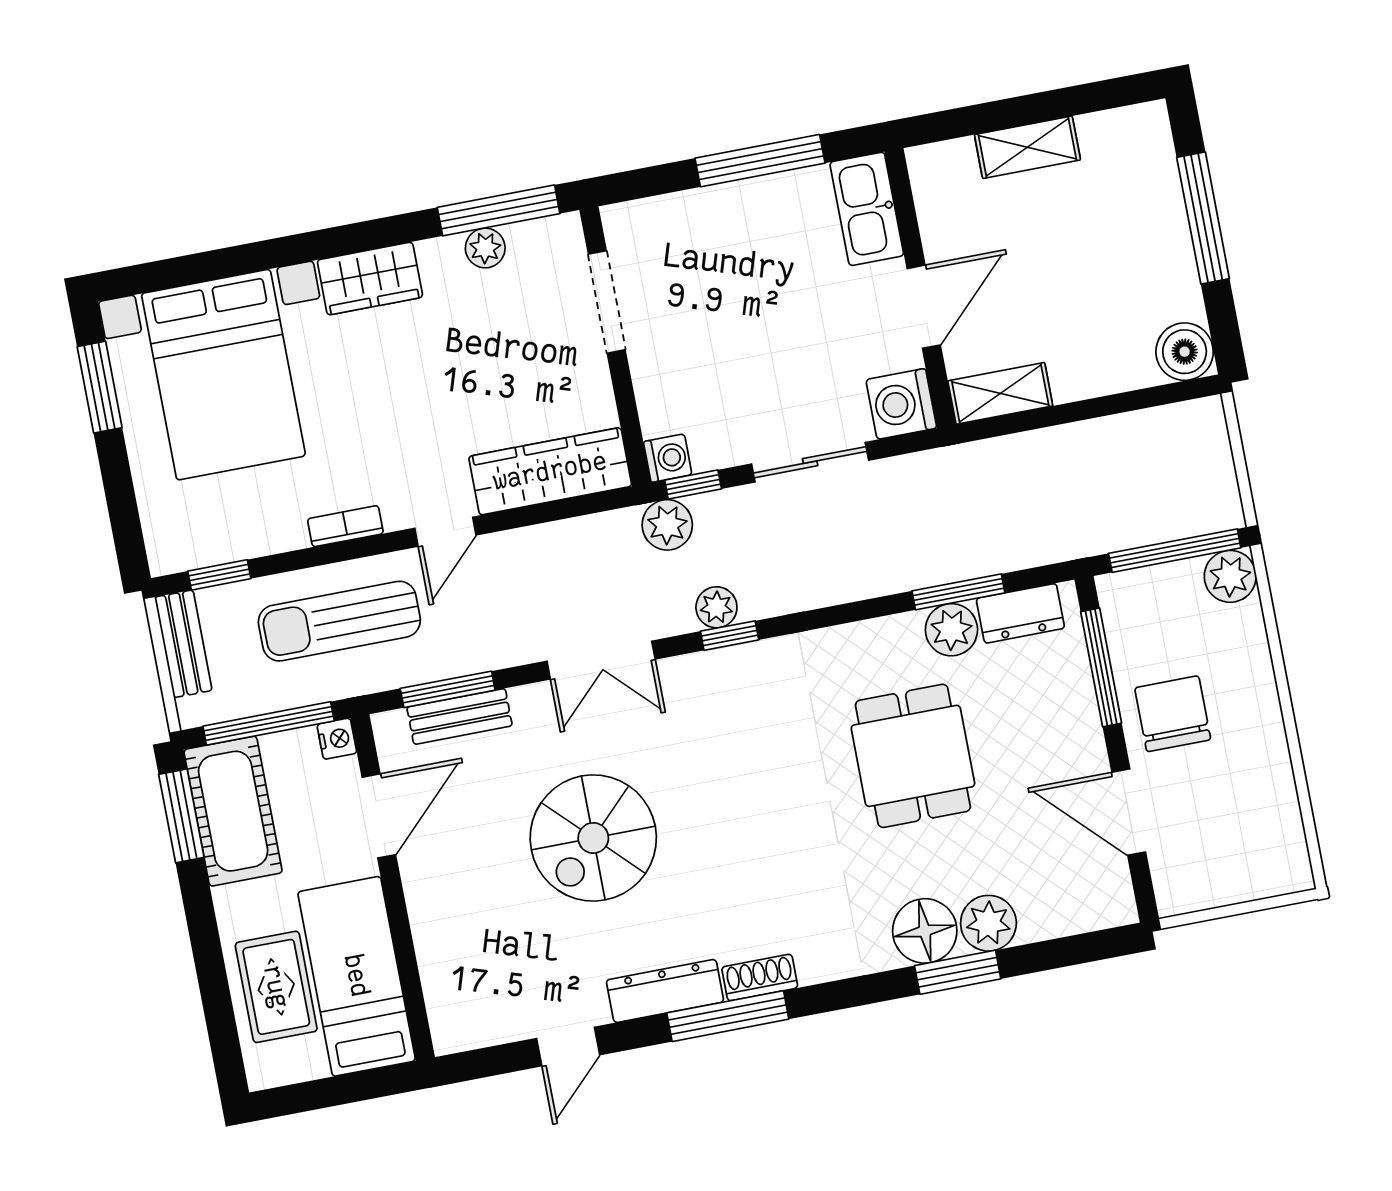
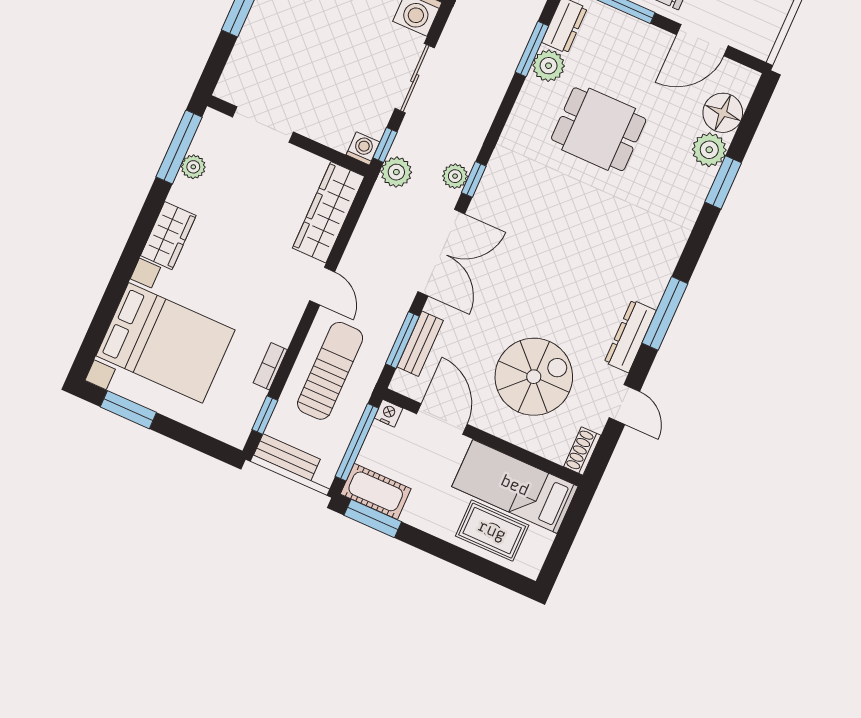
bookcase: (345, 526) -> (270, 366), moved
sun lounger: (339, 621) -> (330, 371), turned 180
double door: (601, 660) -> (441, 253), width x1.37
cot: (233, 811) -> (376, 491), width x0.73, depth x0.75
spiral stairs: (593, 838) -> (534, 377), moved, turned -90
floor lamp: (925, 931) -> (723, 113), moved
shoe rack: (760, 978) -> (582, 451), moved

